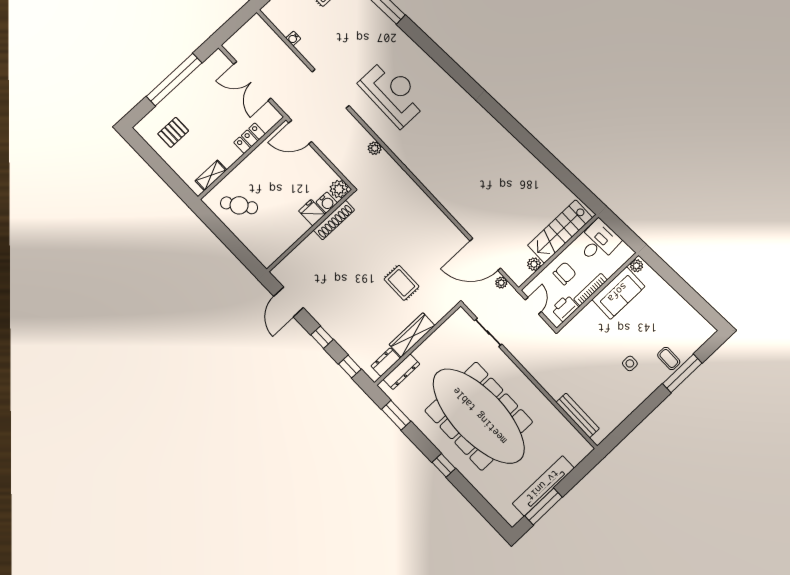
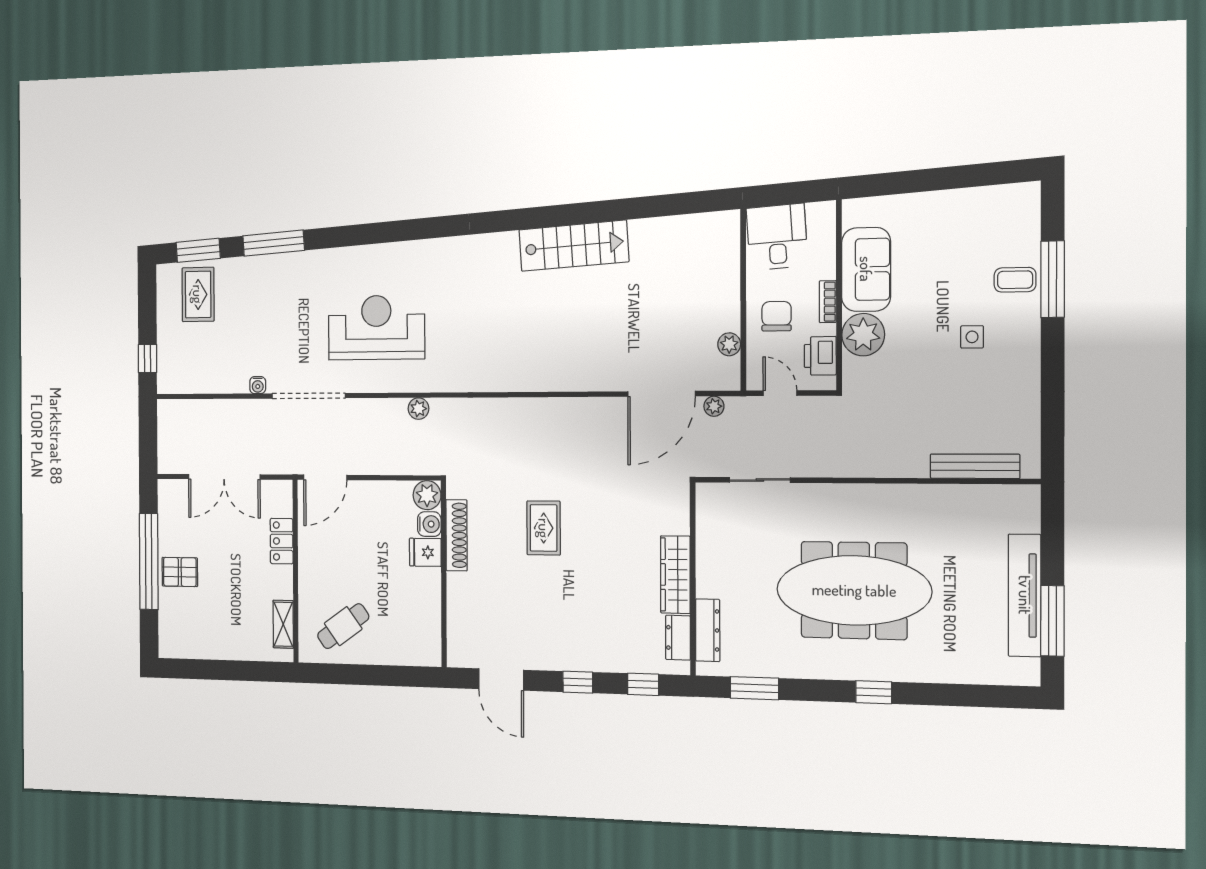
water cooler: (293, 38) -> (258, 385), moved
pallet: (173, 132) -> (180, 572), moved, turned 90
stairs: (560, 232) -> (574, 246), moved, turned -94
plant: (636, 266) -> (863, 335), moved, width x1.88, depth x1.88
rug: (401, 283) -> (544, 528), moved, turned 90
bookcase: (590, 290) -> (828, 302), width x0.64
meeting table: (479, 416) -> (854, 590), width x0.73, depth x0.79

